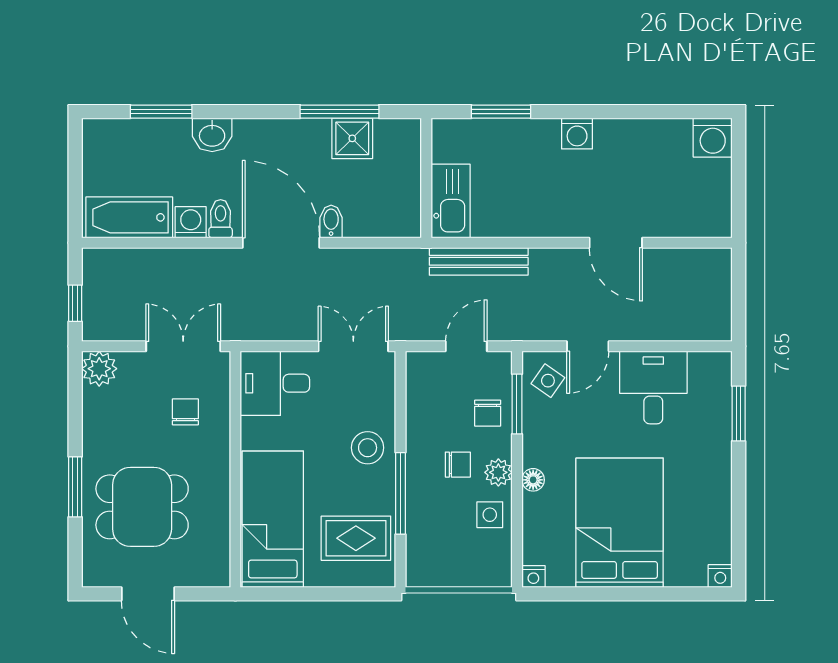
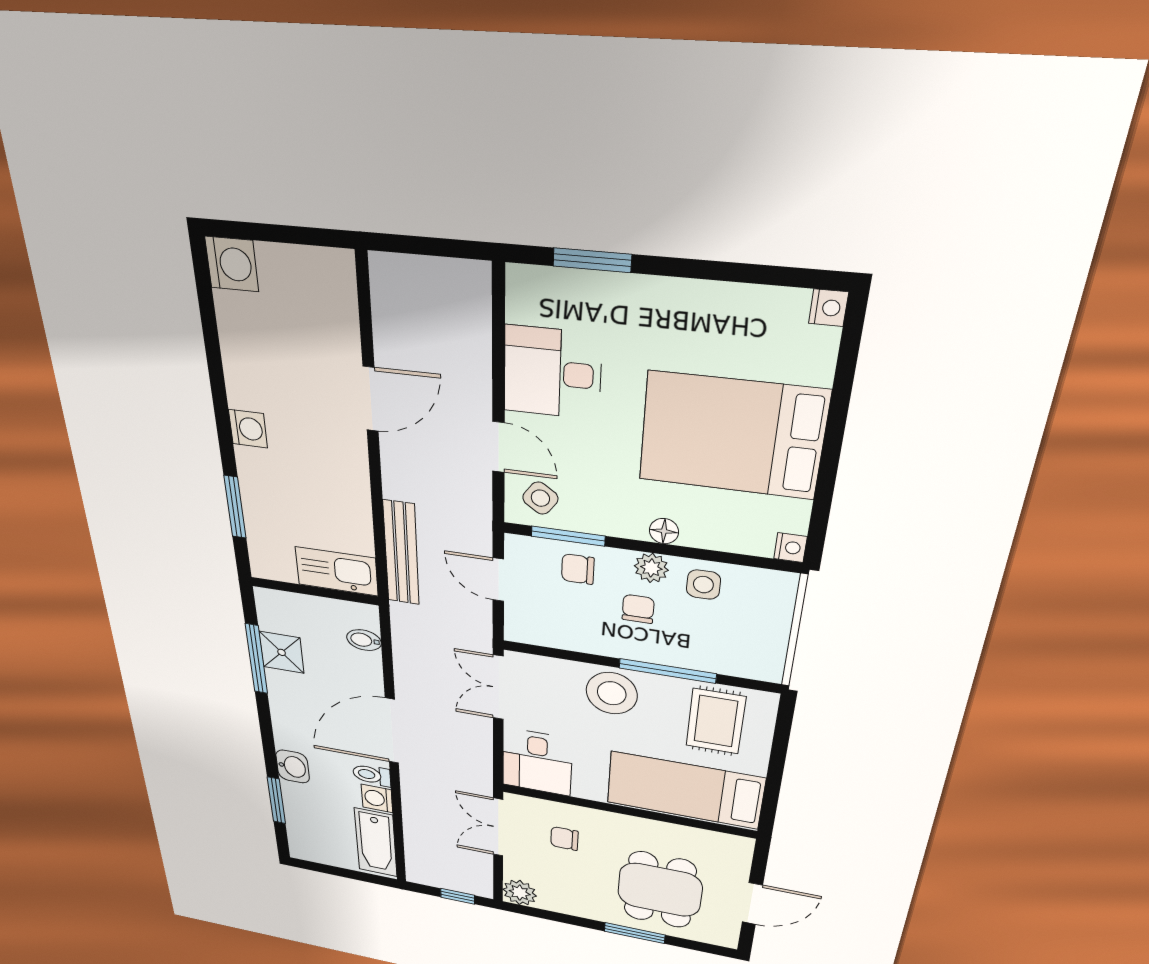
bidet: (331, 221) -> (364, 640), moved
chair: (488, 413) -> (578, 569), turned 180
stool: (368, 448) -> (612, 693), width x1.38, depth x1.38

